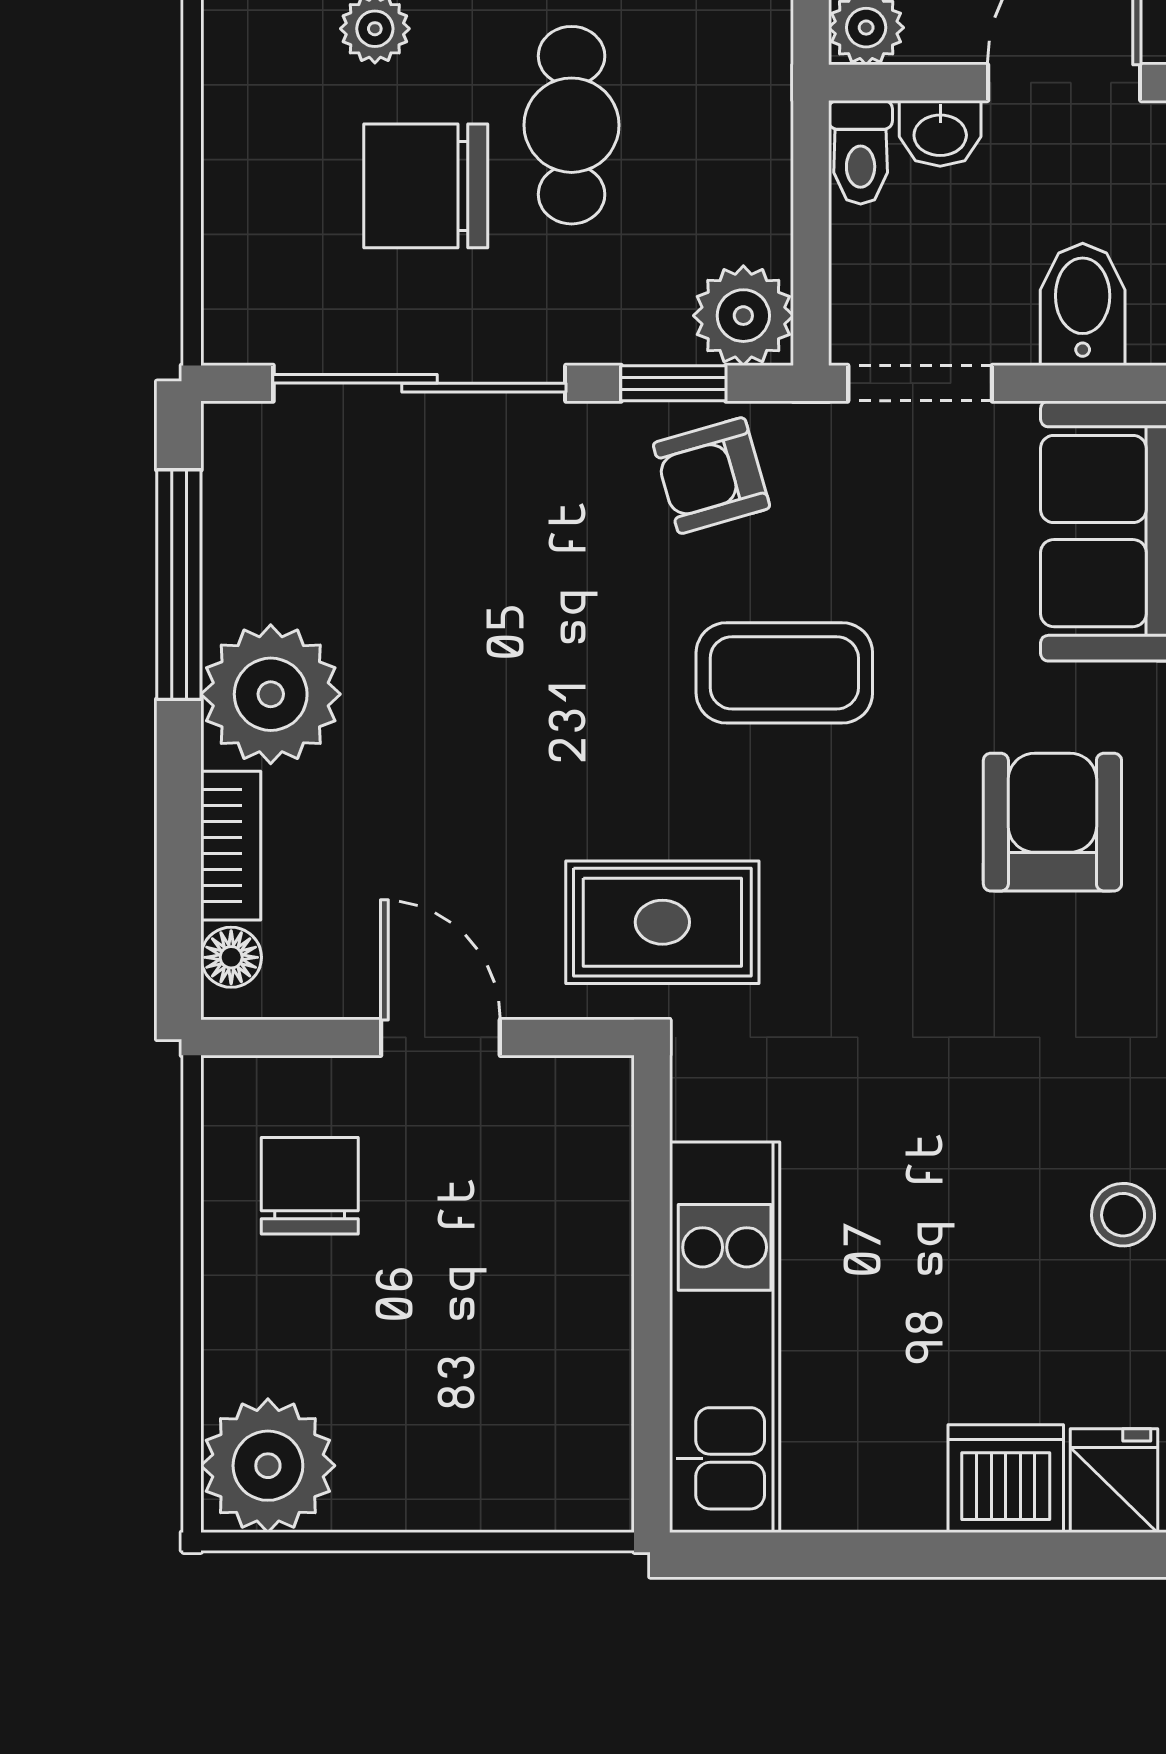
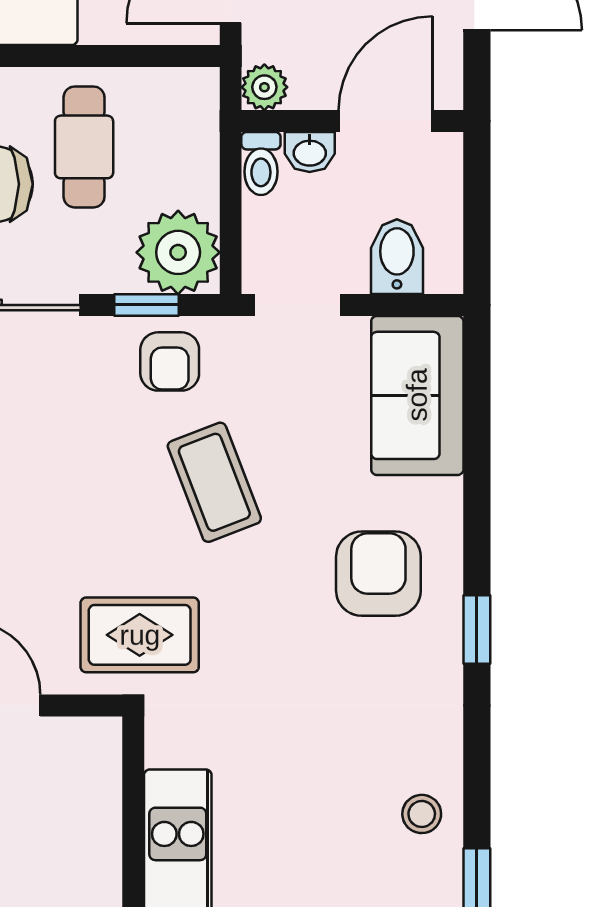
plant: (743, 316) -> (178, 252), width x1.36, depth x1.36
armchair: (711, 476) -> (170, 361), turned -74
coffee table: (784, 673) -> (214, 482), turned 69

